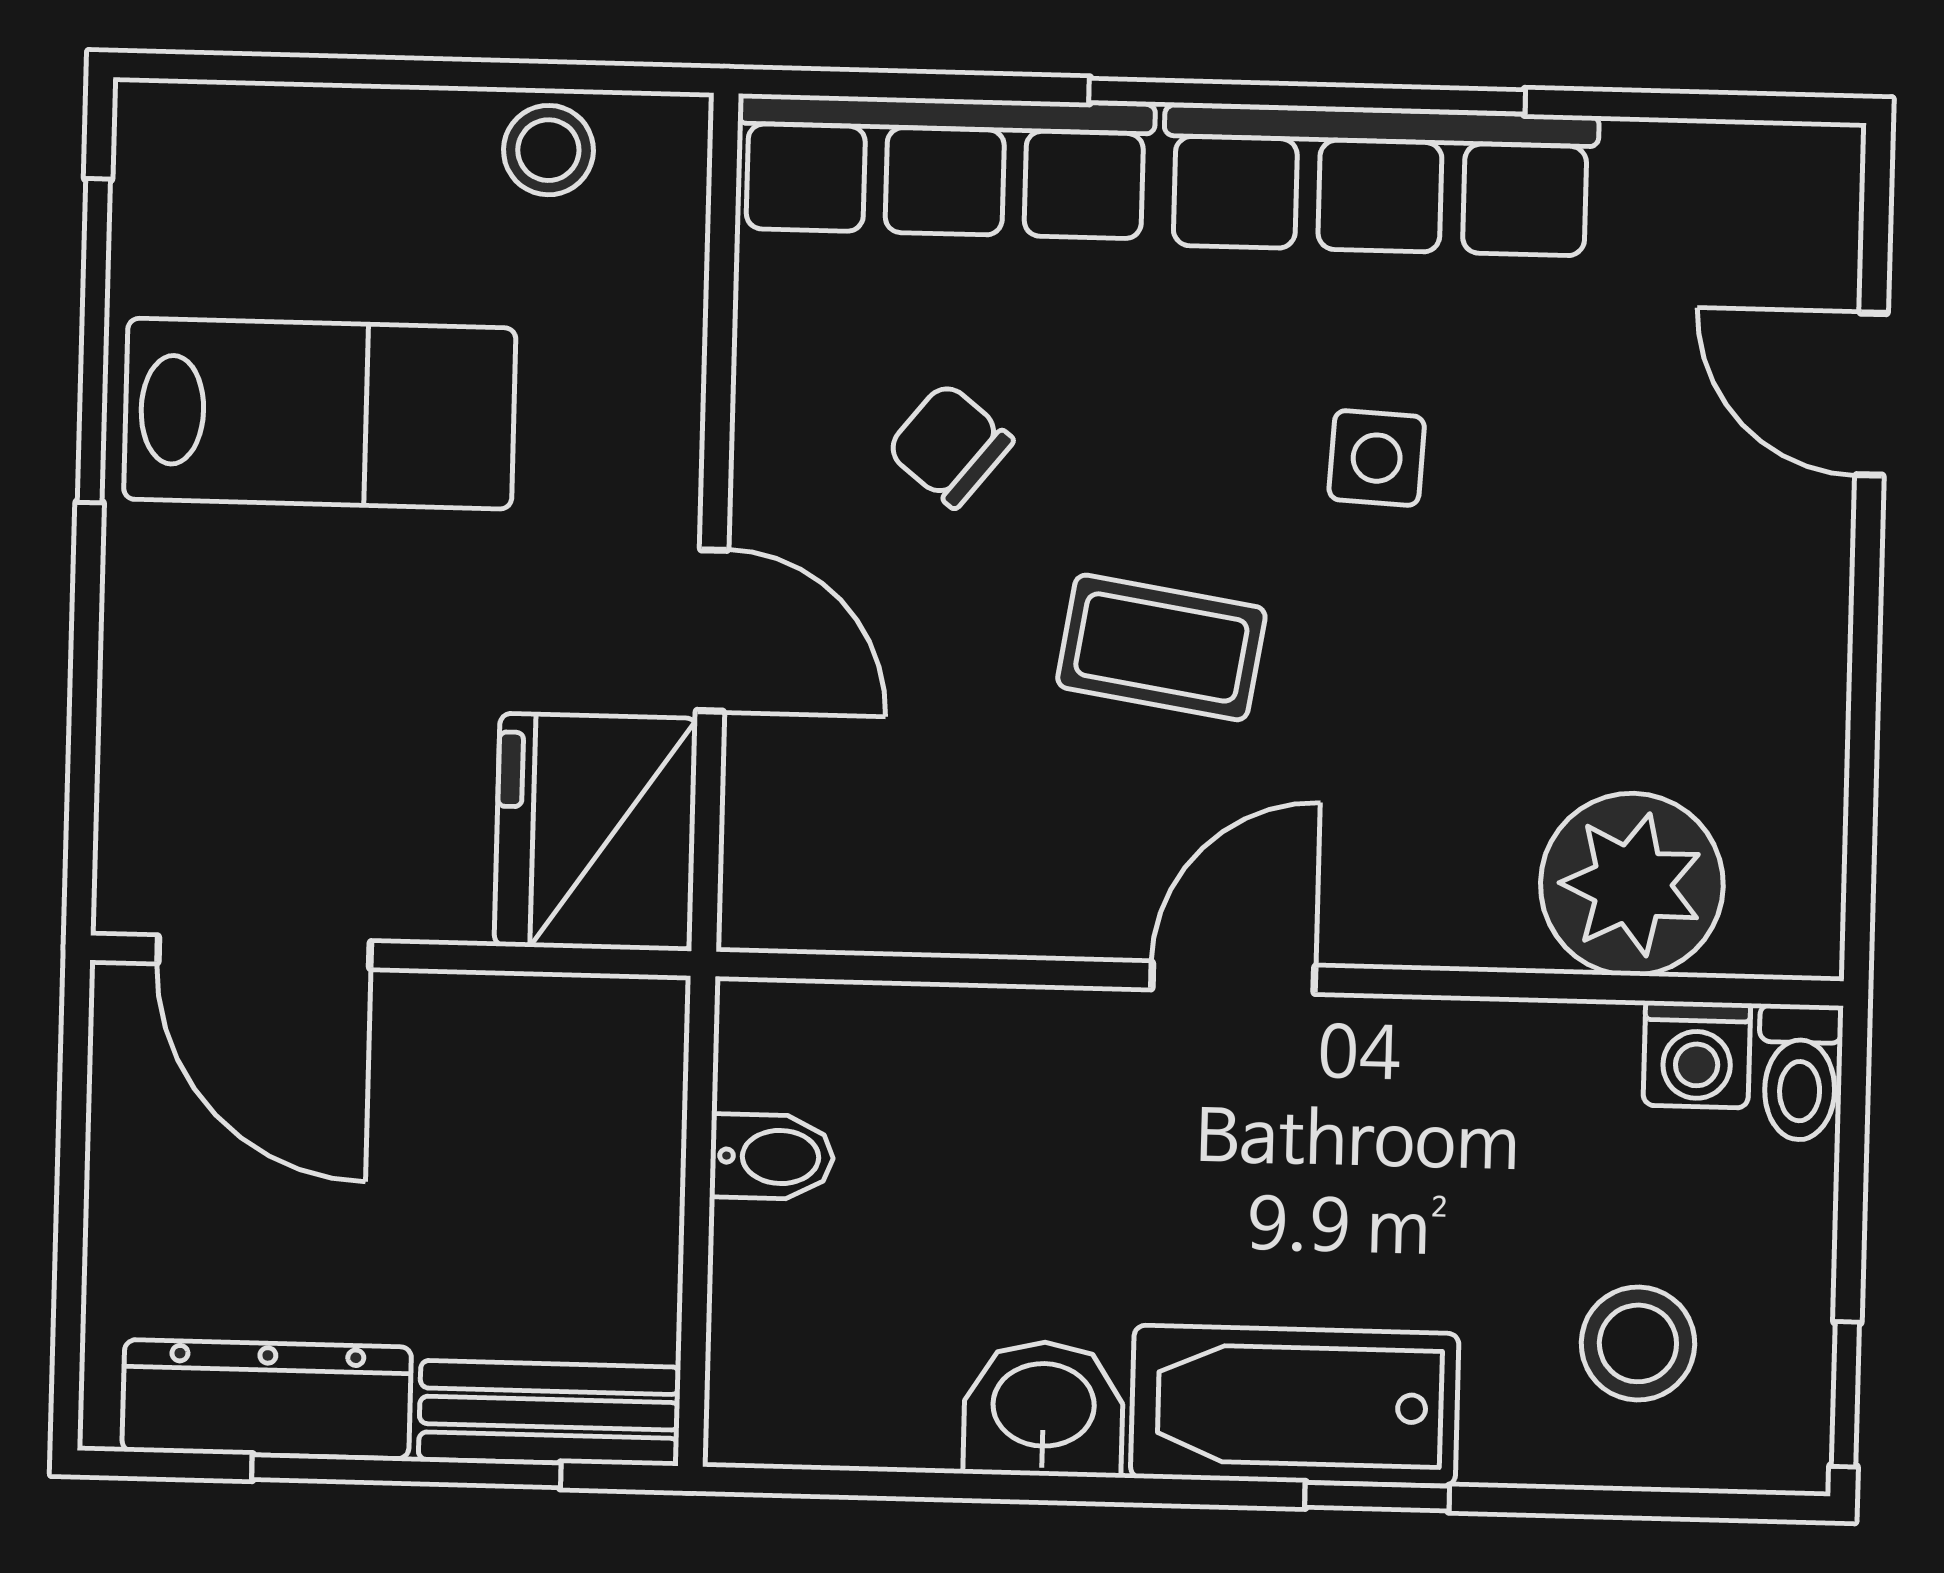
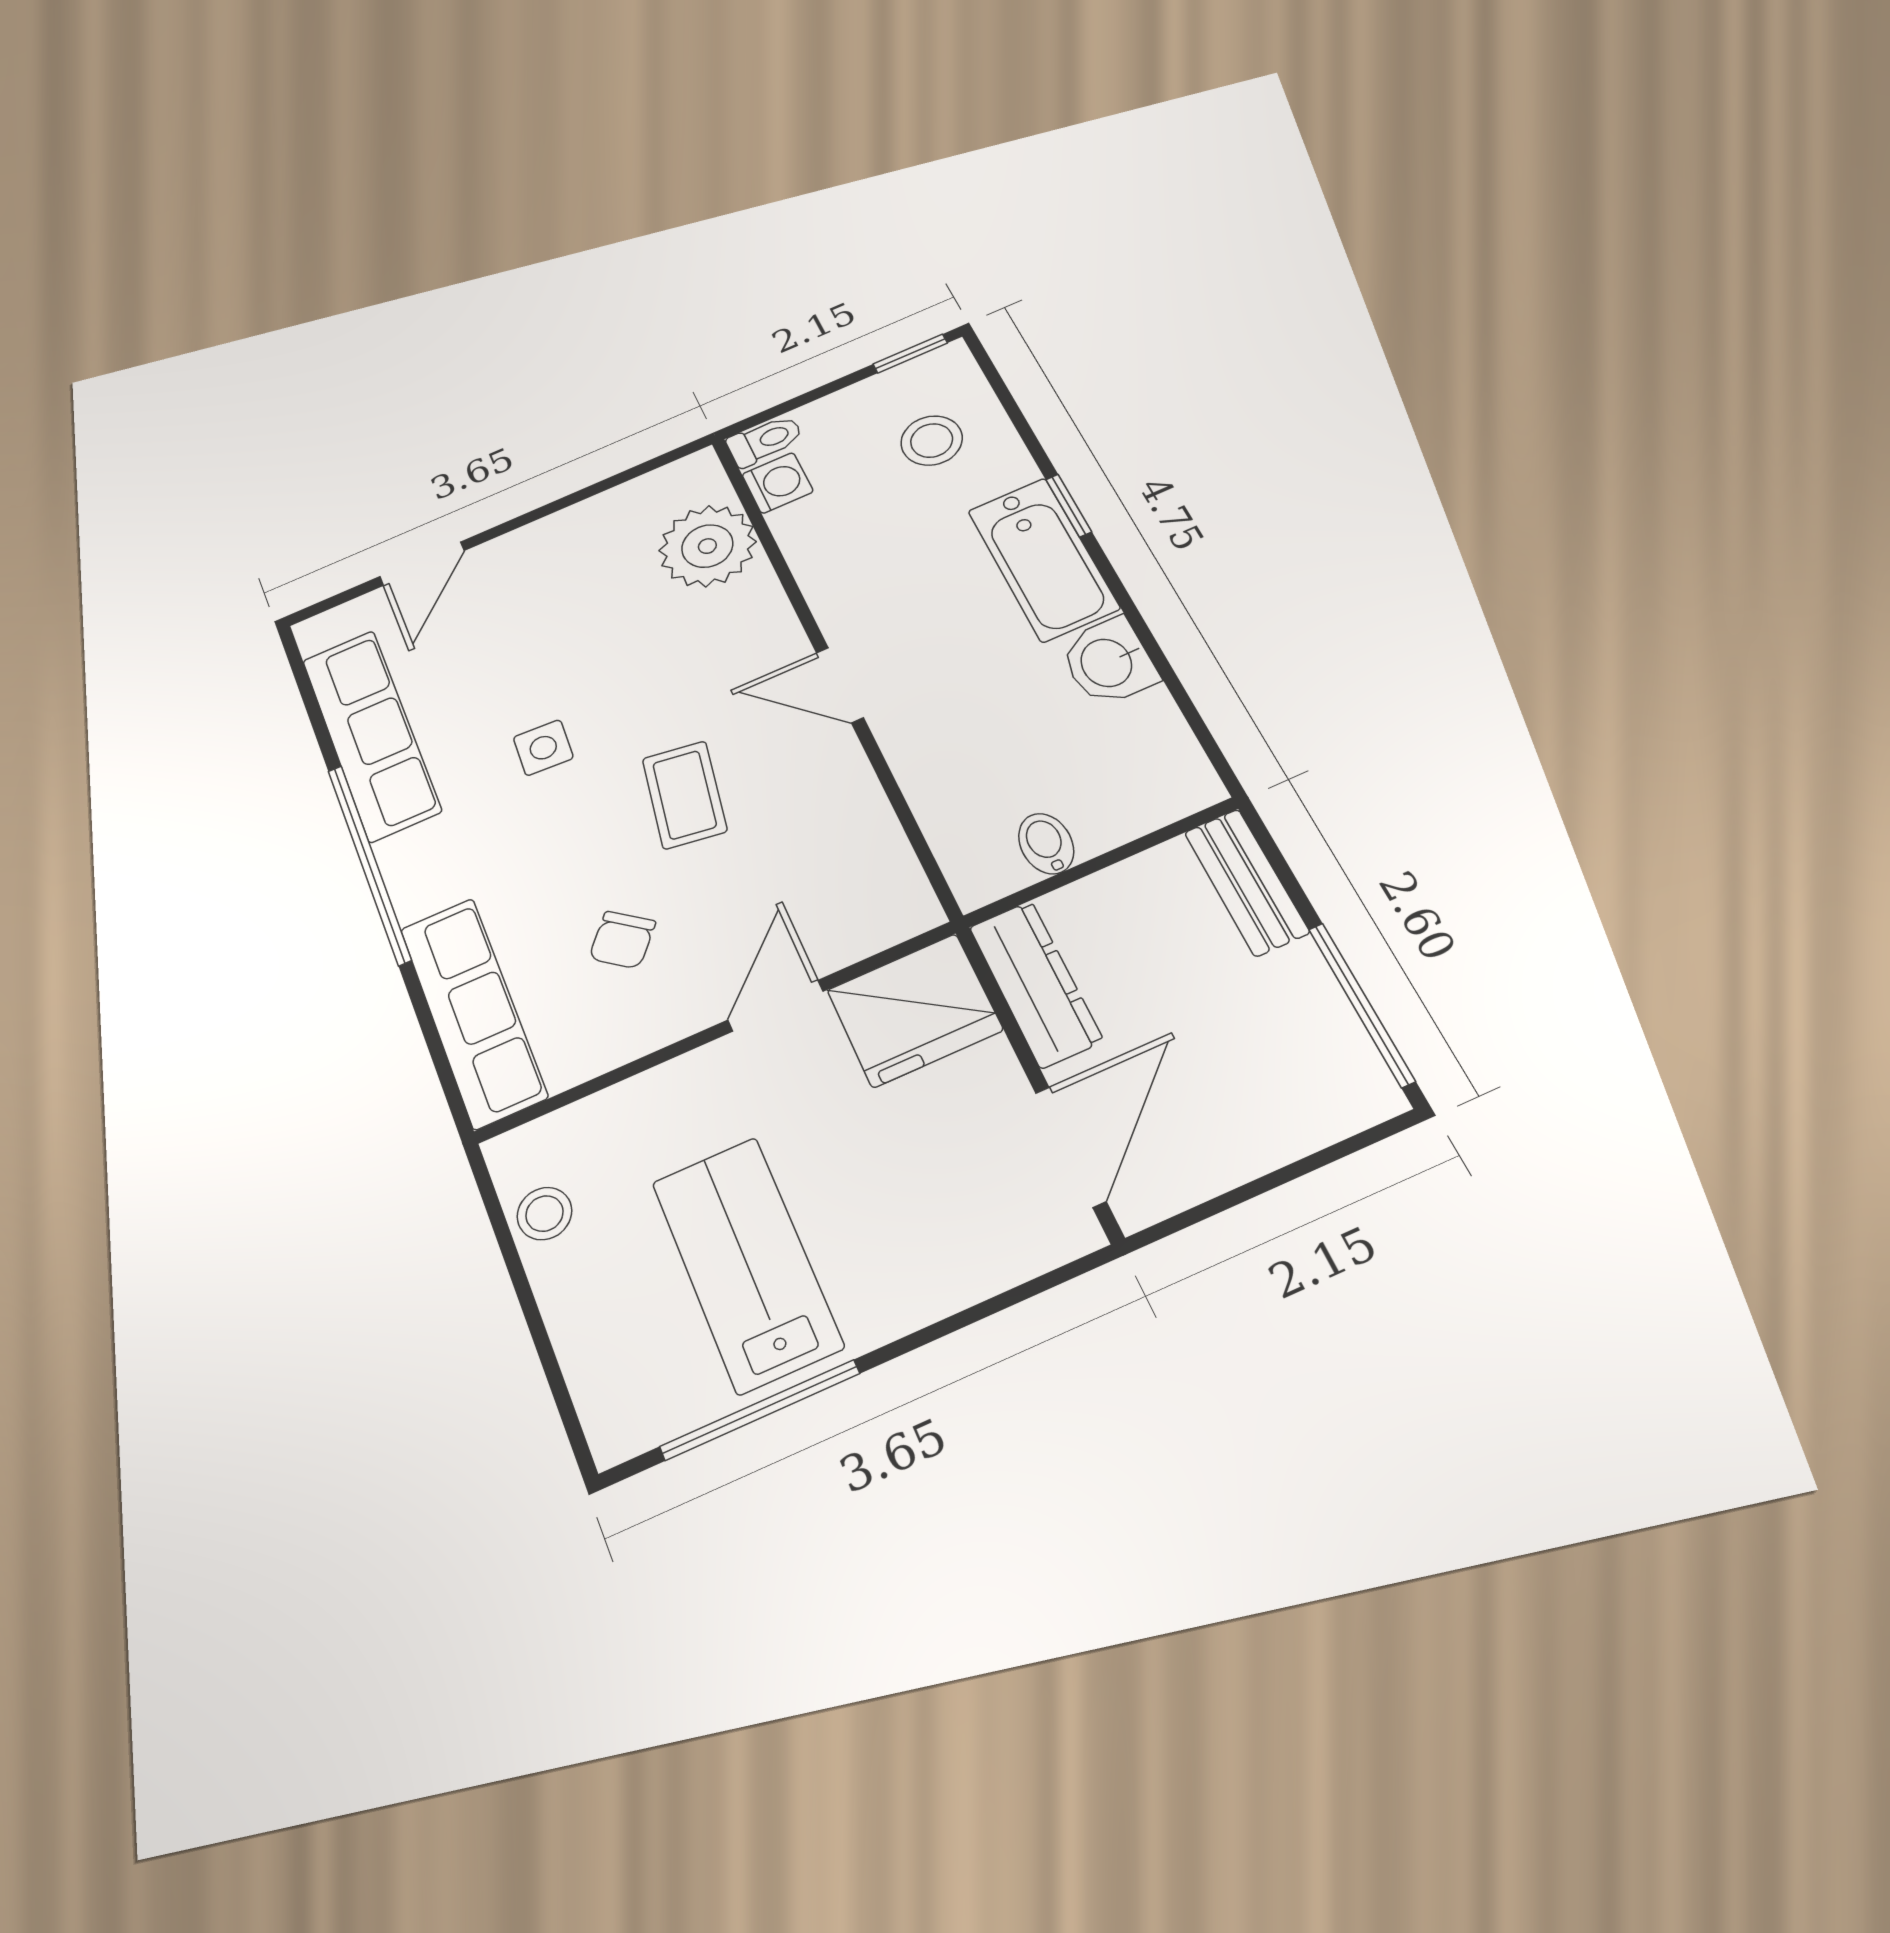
row of seats: (1380, 181) -> (371, 735), moved
dresser: (267, 1399) -> (1036, 984), moved, turned 180
window: (406, 1471) -> (1361, 1004), moved

